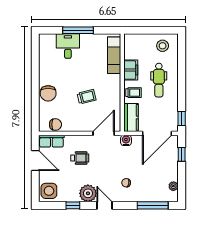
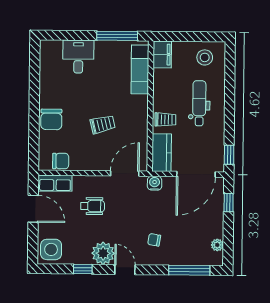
window: (78, 30) -> (117, 36), moved
filing cabinet: (131, 70) -> (162, 54), moved
dental chair: (159, 80) -> (199, 103), turned 180

